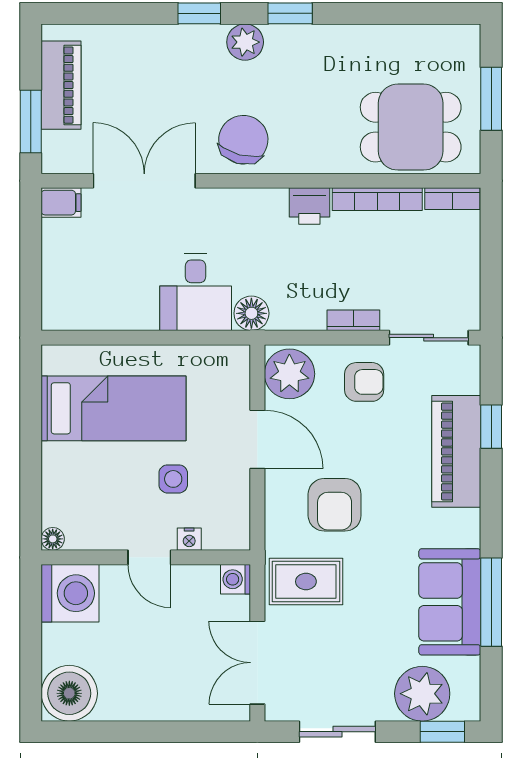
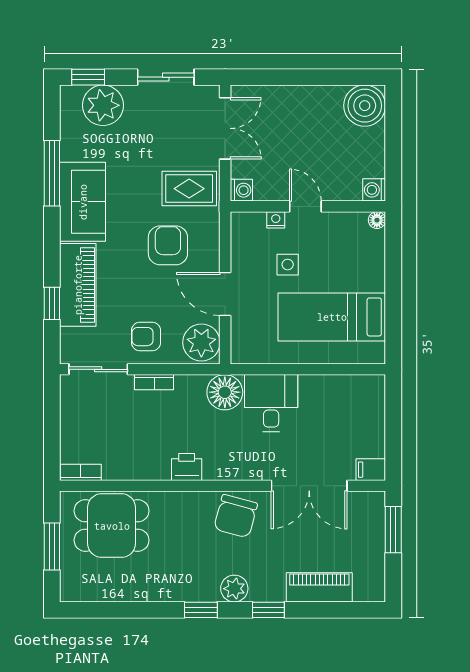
piano: (61, 85) -> (319, 587), moved, turned 90
bookcase: (377, 199) -> (136, 472), removed
floor lamp: (251, 313) -> (225, 392), width x1.38, depth x1.38
washing machine: (70, 593) -> (374, 190), width x0.53, depth x0.53
sofa: (450, 602) -> (83, 202), moved

